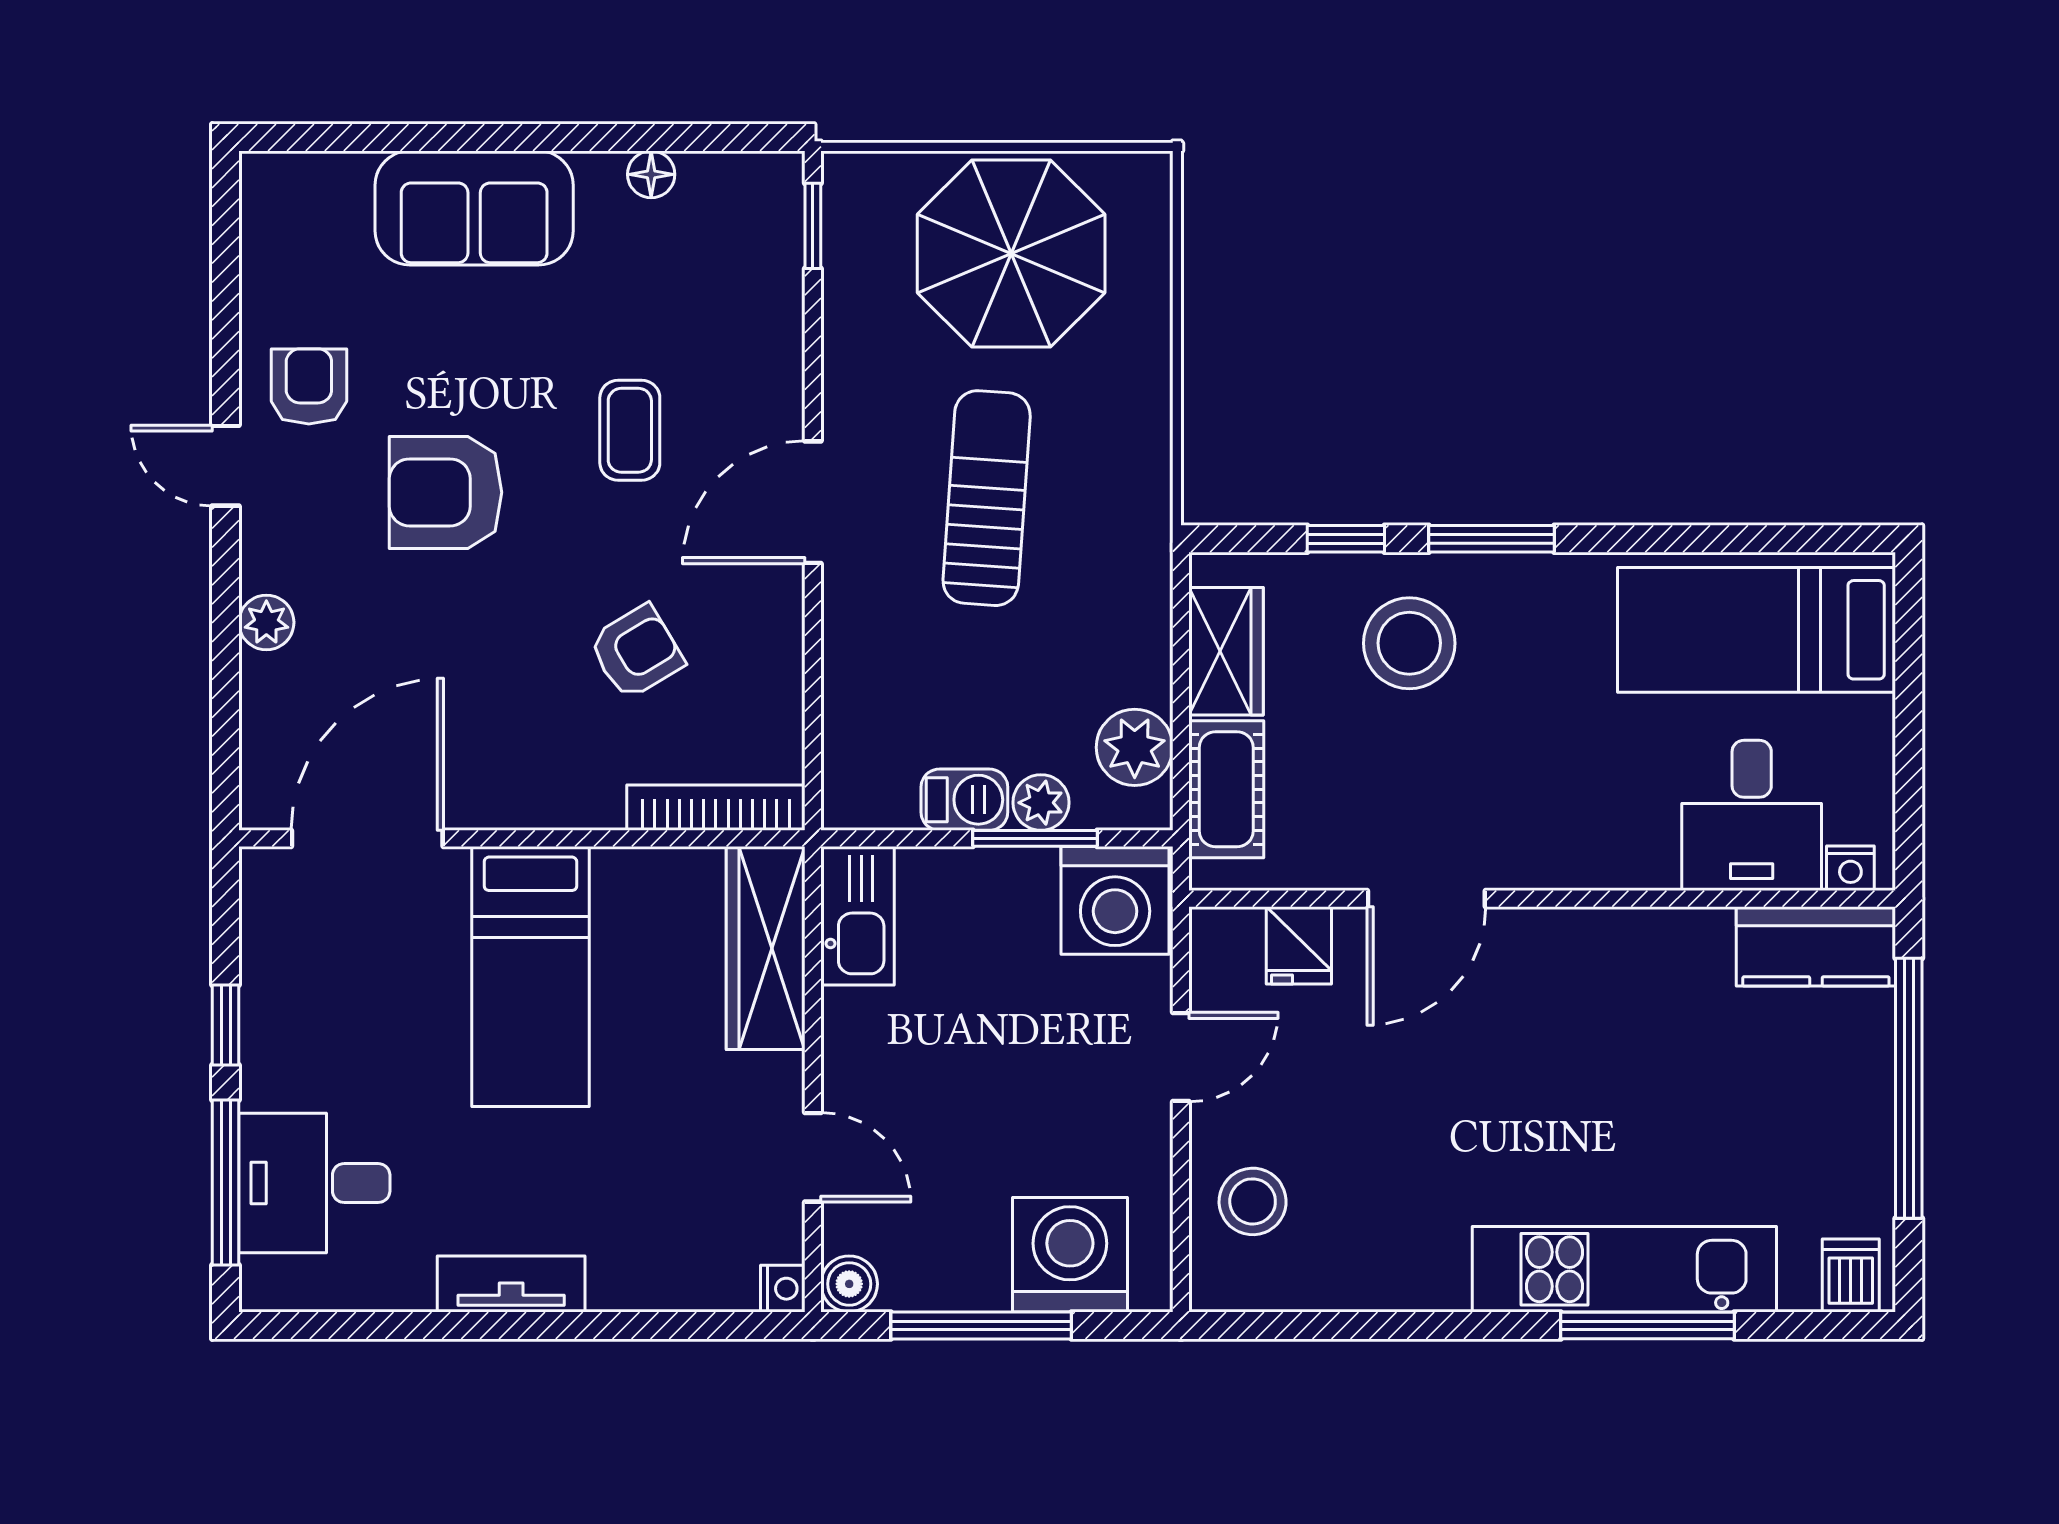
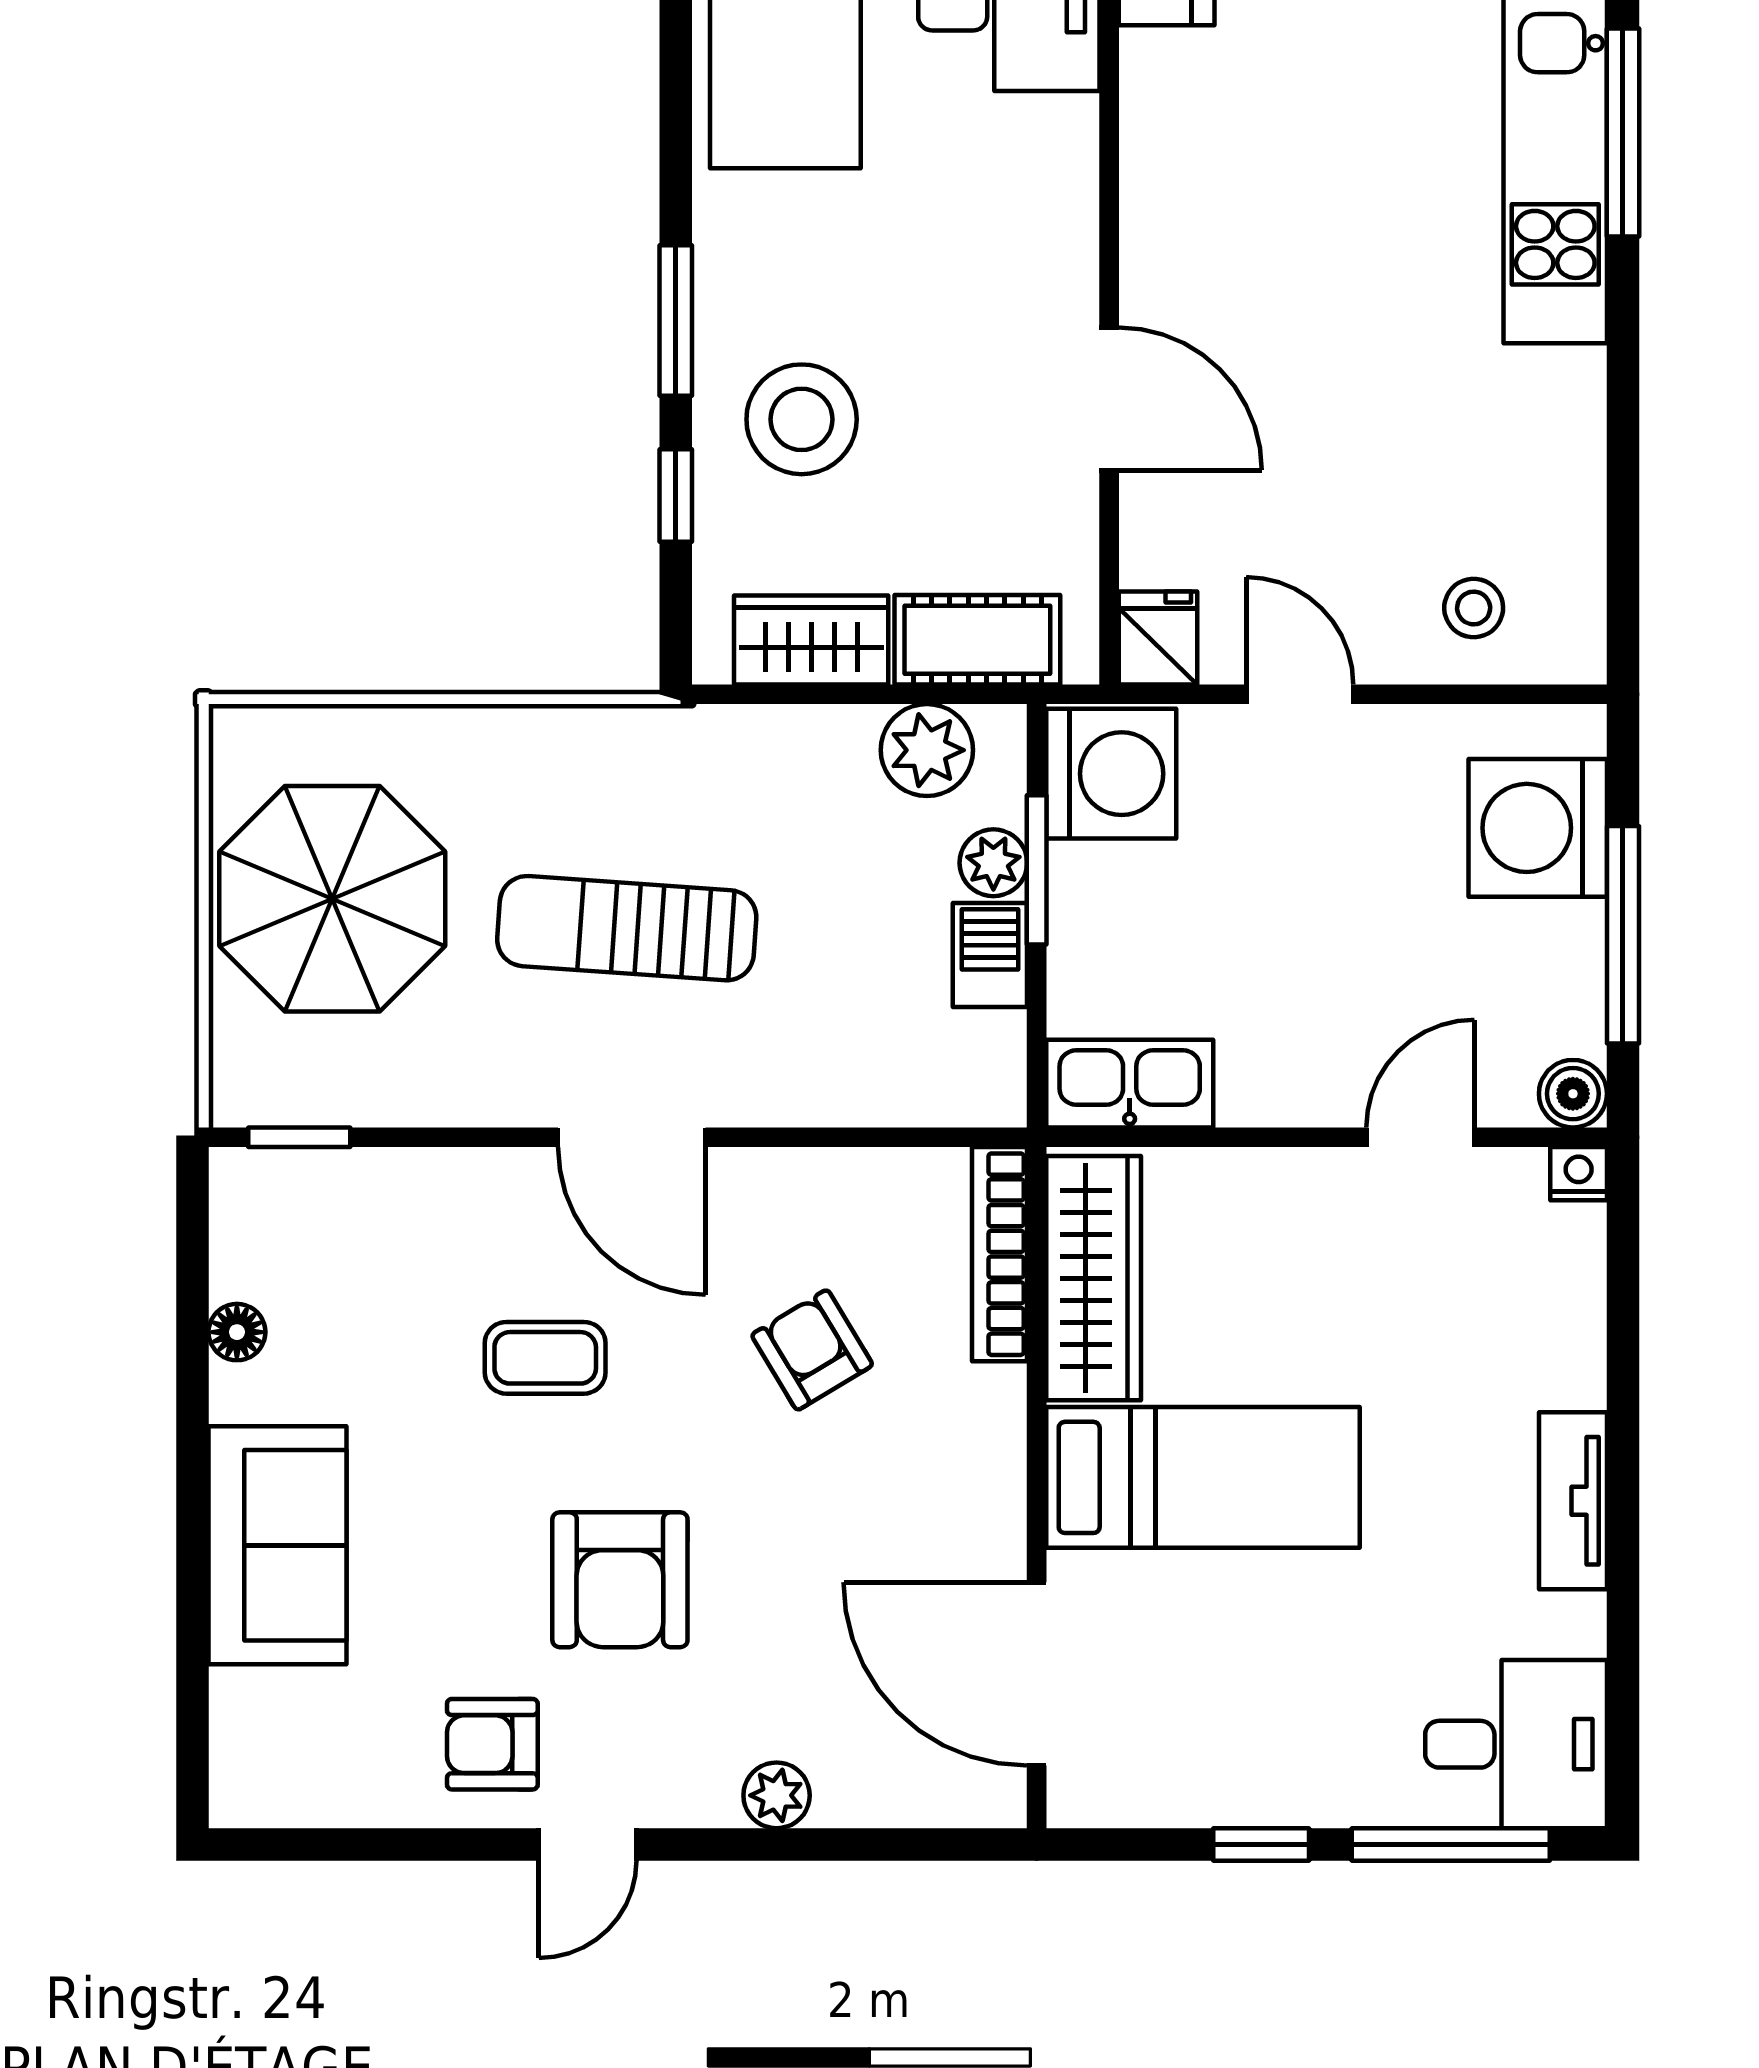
fridge: (1299, 945) -> (1158, 638), moved, turned -90
wardrobe: (766, 948) -> (1094, 1278), moved, turned -90
desk: (314, 1183) -> (1516, 1744), moved, turned -90
stool: (1253, 1201) -> (1474, 608), width x0.73, depth x0.73

